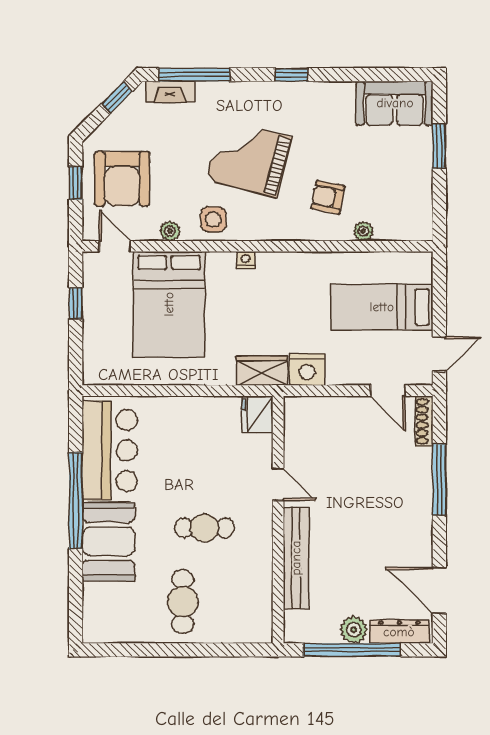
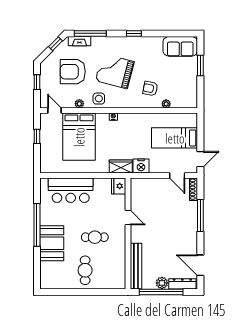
armchair: (122, 179) -> (73, 72), moved, turned 90
bar counter: (110, 450) -> (71, 190), moved, turned 90
bench: (296, 558) -> (136, 266), moved

